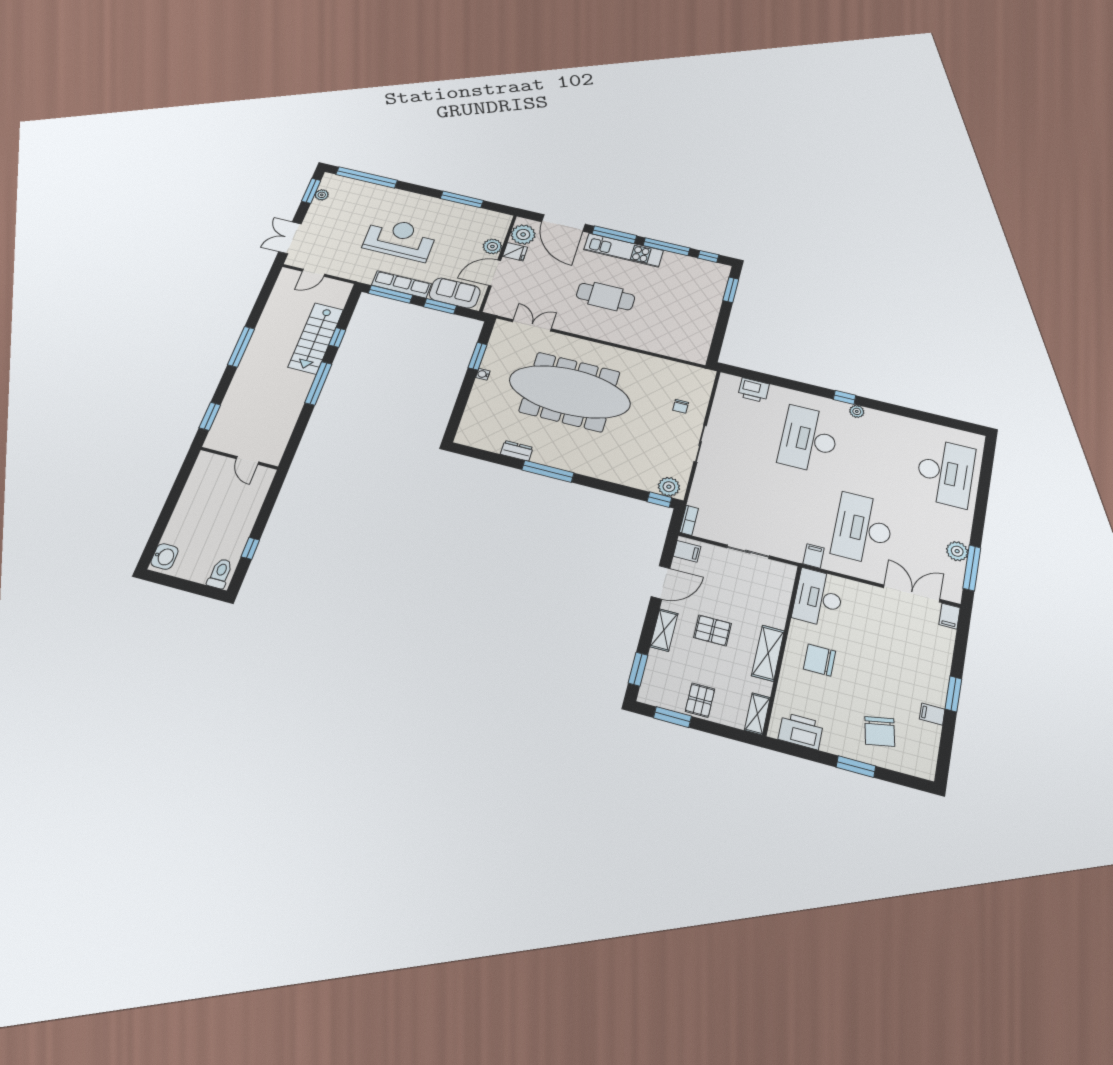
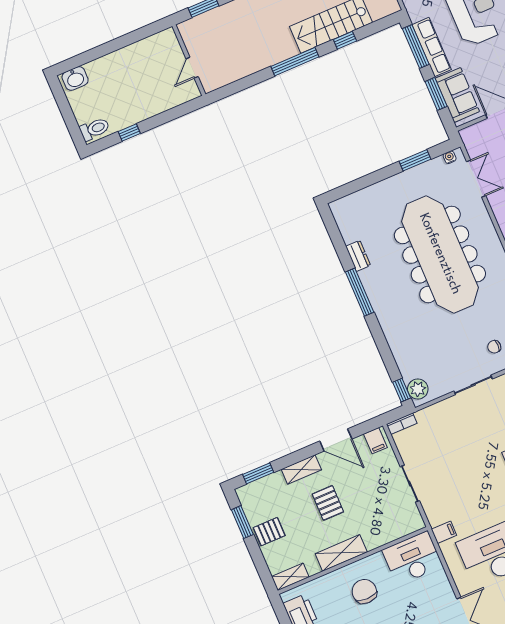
water cooler: (483, 374) -> (450, 157), moved

